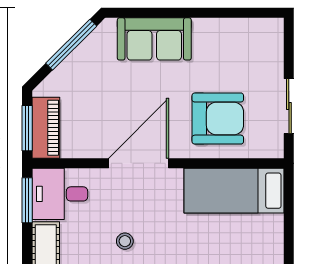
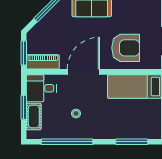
piano: (46, 128) -> (43, 62), moved, turned -90
window: (27, 200) -> (24, 107), moved

